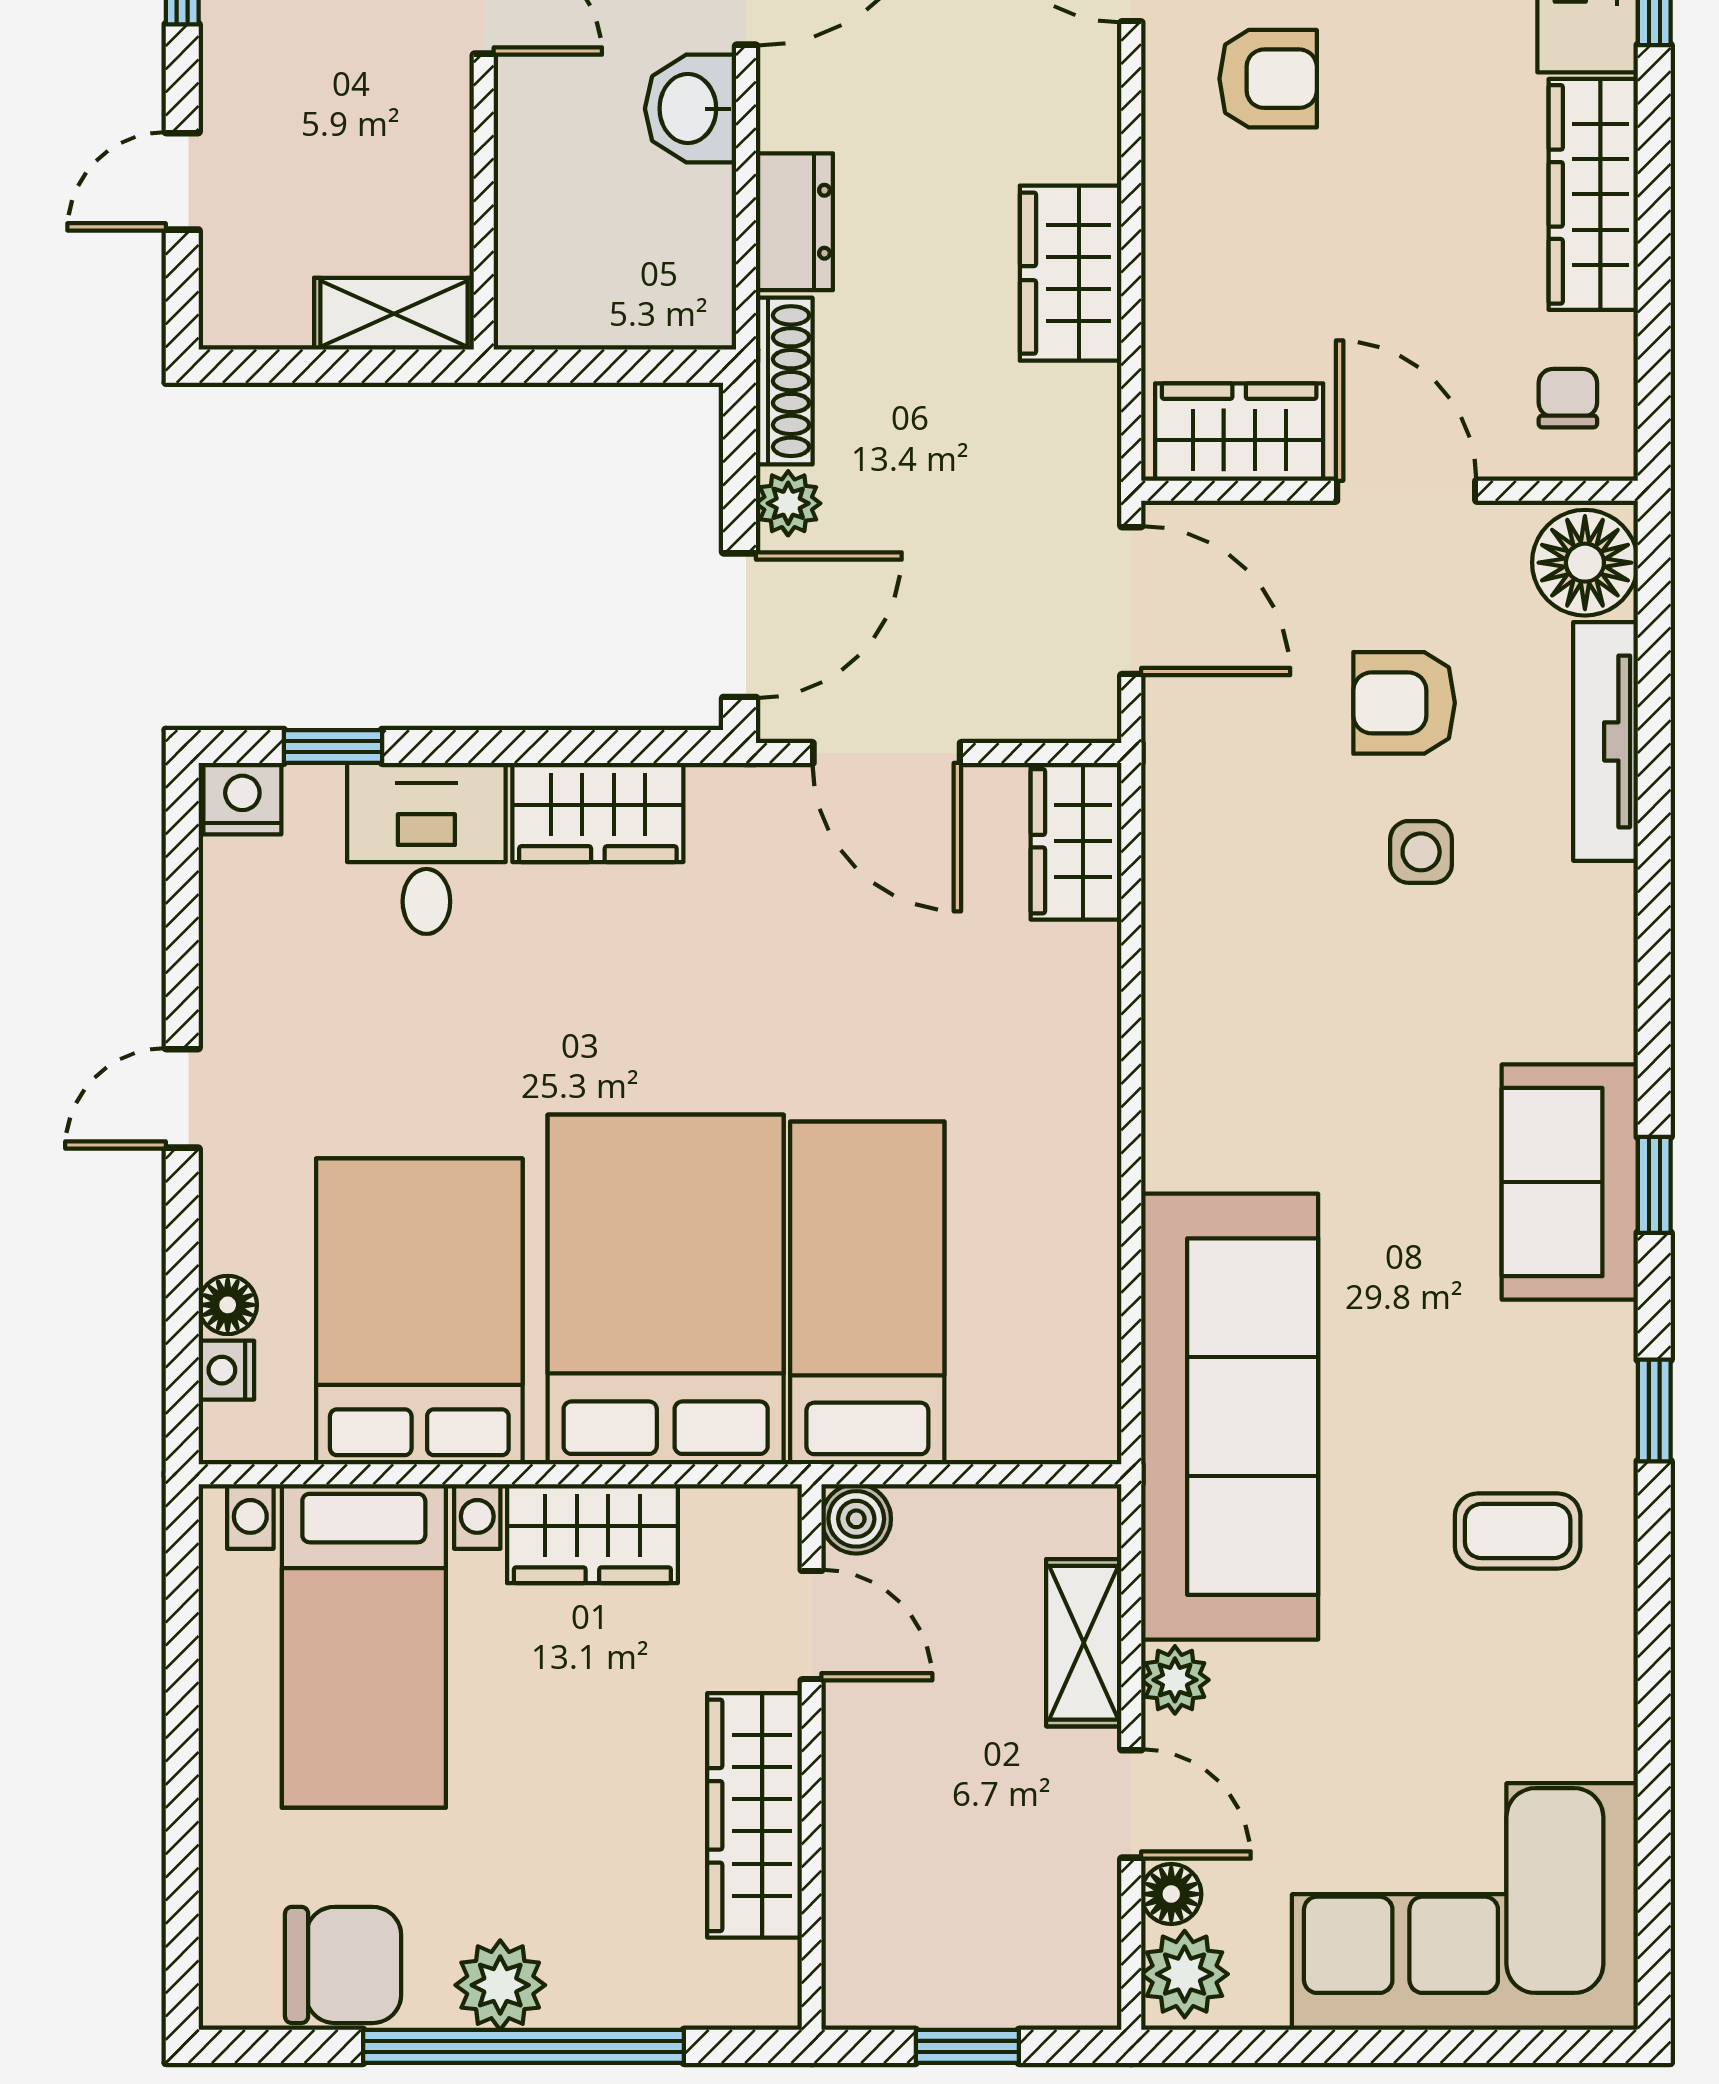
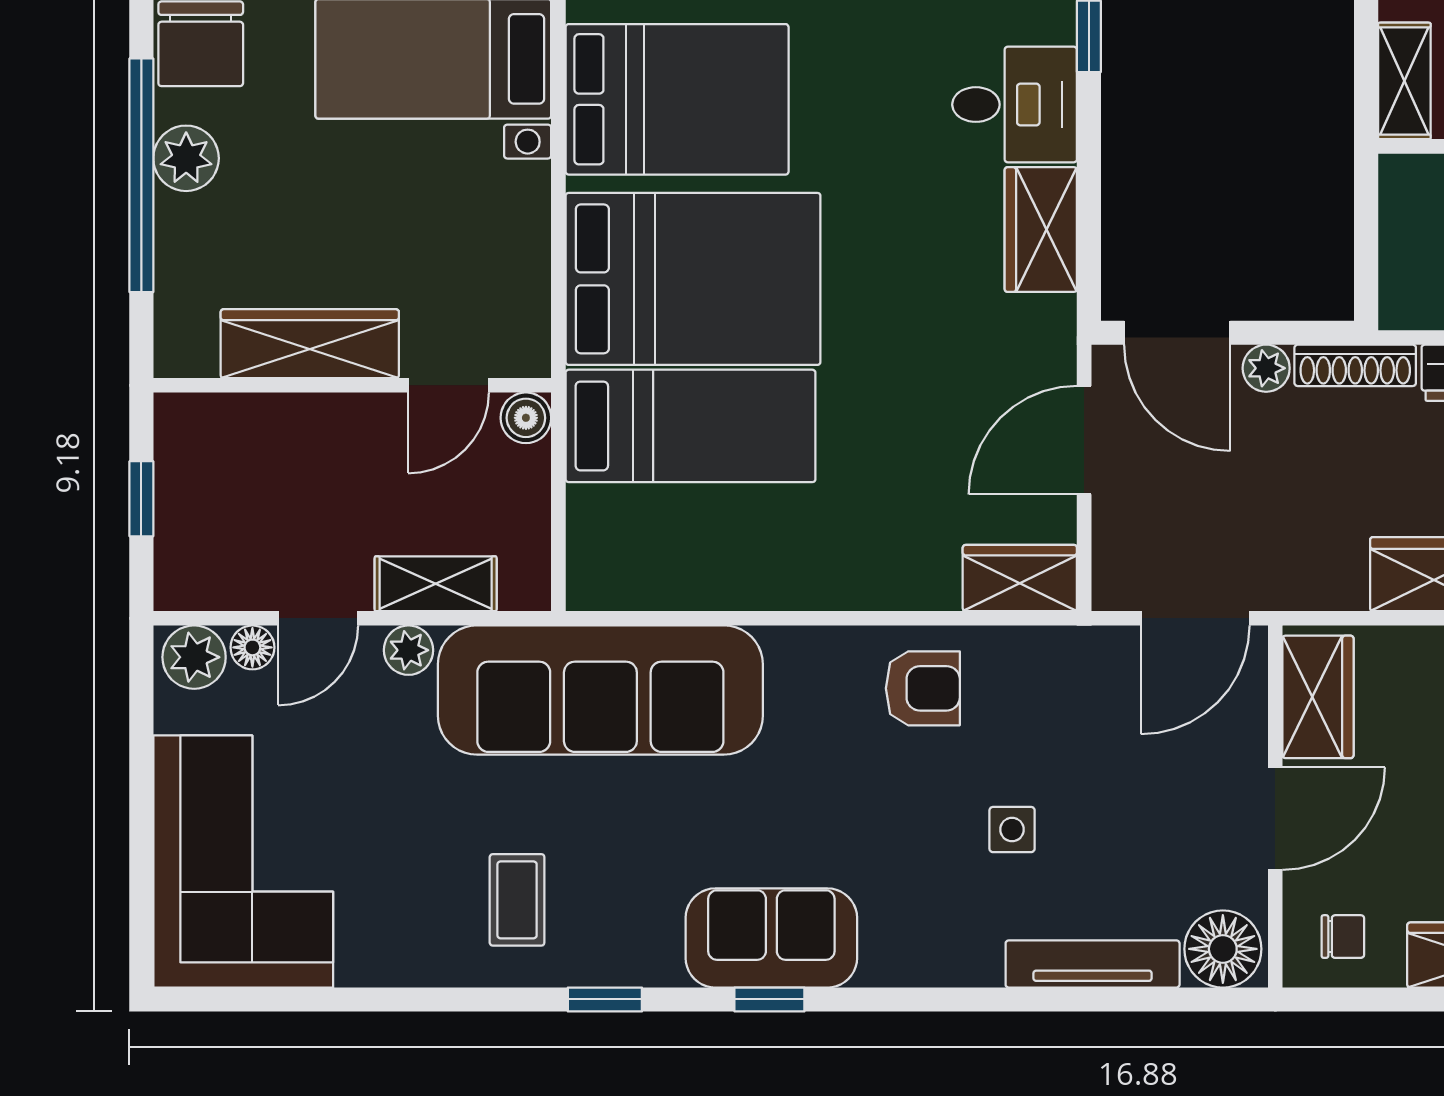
armchair: (1404, 703) -> (923, 688), moved, turned 90
wardrobe: (592, 1534) -> (515, 226), removed

